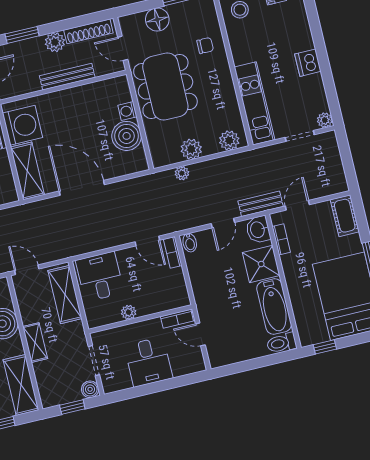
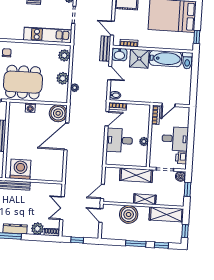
boiler: (127, 136) -> (58, 113), moved
shelving: (27, 171) -> (47, 174), removed
door: (82, 188) -> (66, 136), moved
desk: (100, 277) -> (119, 140), moved
shelving: (65, 295) -> (136, 175), moved
printer: (121, 381) -> (181, 158), added

